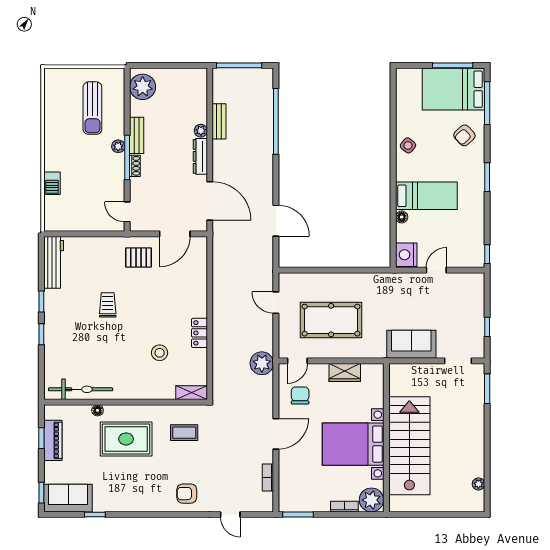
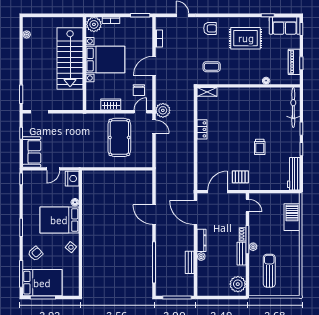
barbecue: (52, 183) -> (292, 217), width x1.88, depth x1.53
bed: (426, 196) -> (59, 220), width x1.50
door: (276, 221) -> (154, 215), moved
door: (276, 303) -> (154, 127), moved
pool table: (331, 320) -> (119, 137), turned 90
sofa: (411, 344) -> (32, 152), moved, turned -90
stool: (160, 353) -> (227, 117), removed
bicycle: (81, 389) -> (293, 108), moved, turned 90
rug: (126, 439) -> (246, 38), moved

